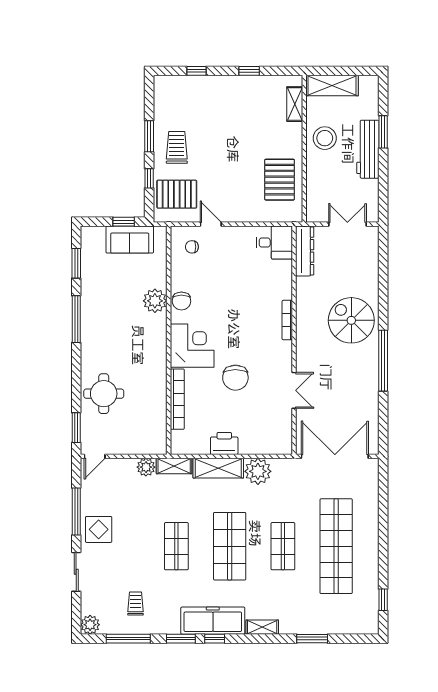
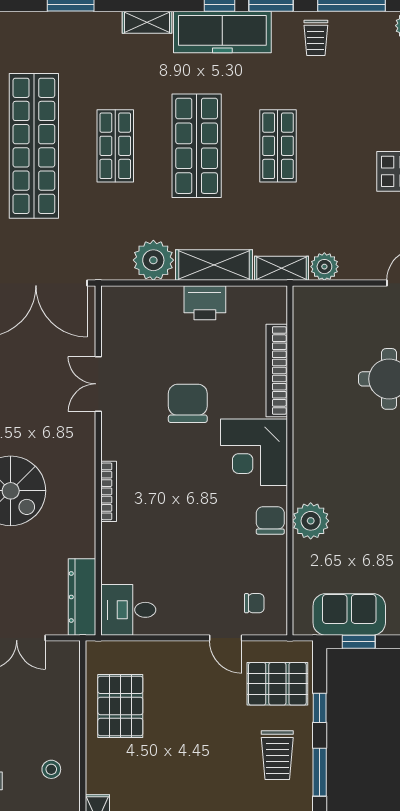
stool: (325, 138) -> (51, 769), width x0.53, depth x0.53
trolley: (135, 604) -> (316, 38), moved

